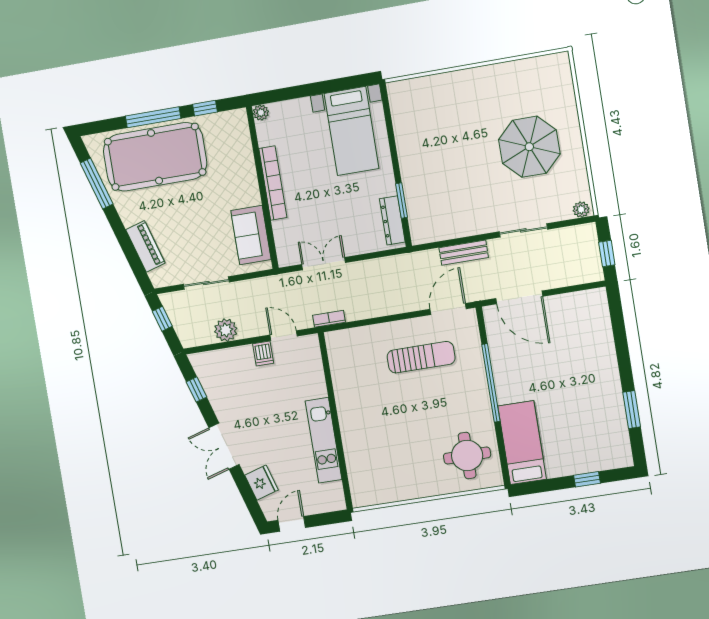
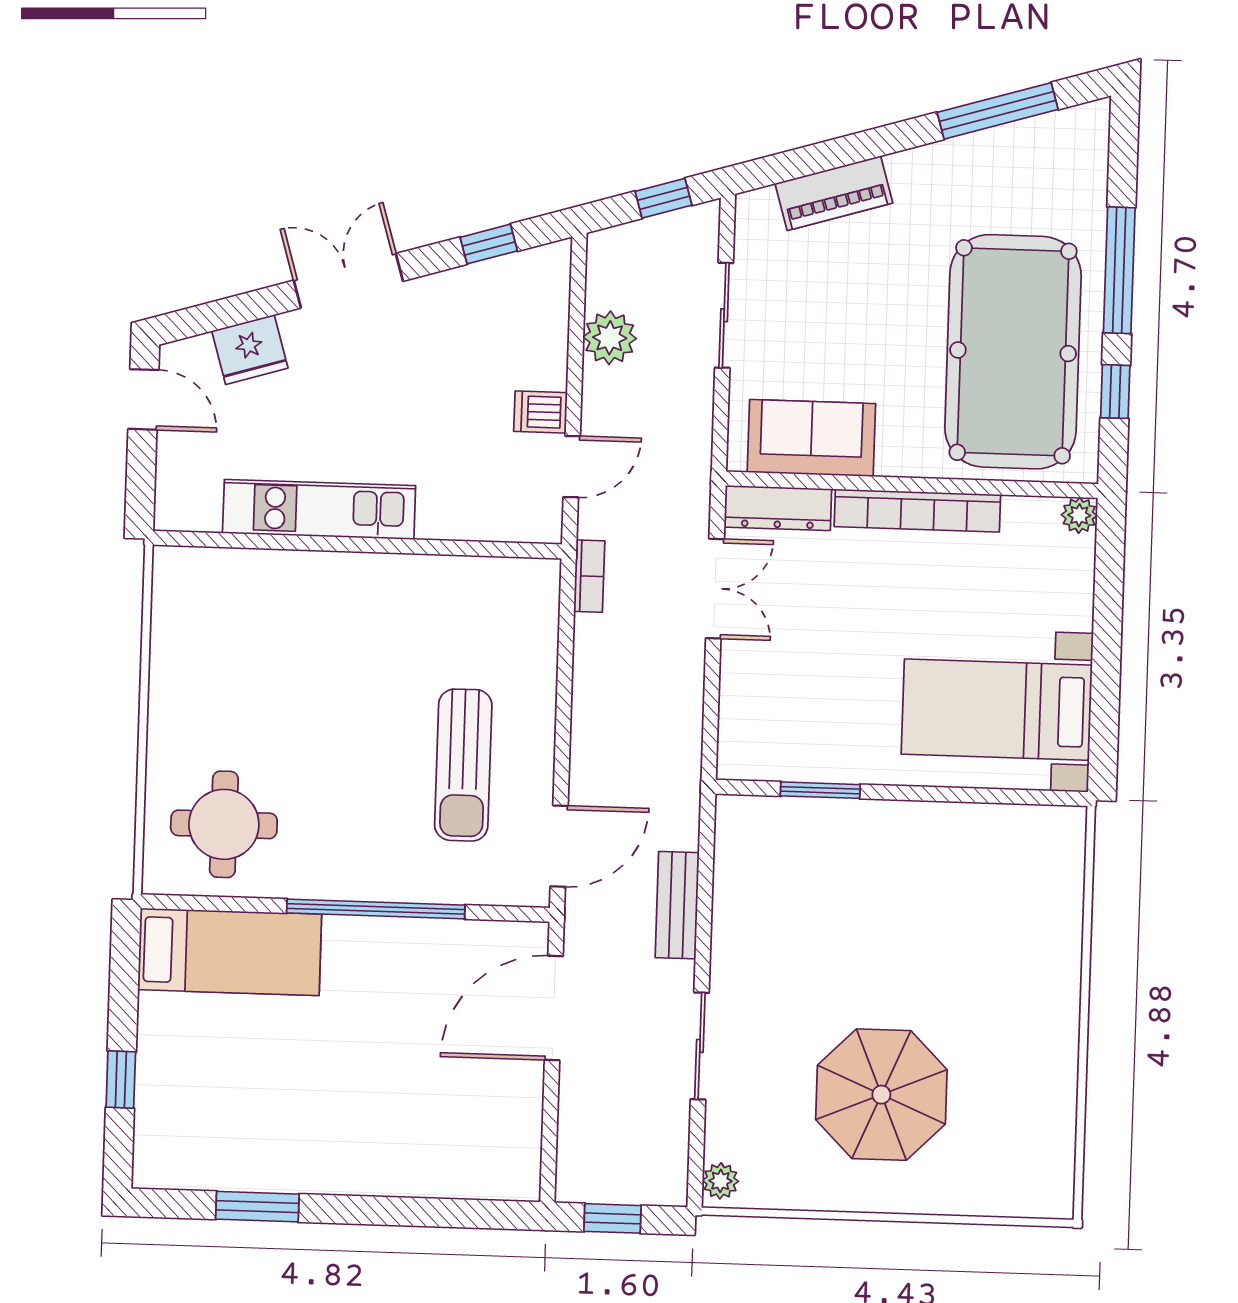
pool table: (155, 157) -> (1013, 352), moved
dresser: (392, 220) -> (778, 508), moved, turned 180
door: (448, 309) -> (559, 846), hinge flipped

